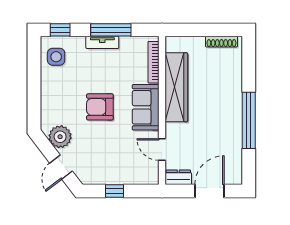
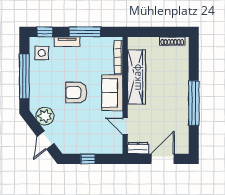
tv unit: (102, 42) -> (67, 42), moved
window: (34, 86) -> (24, 76), added

